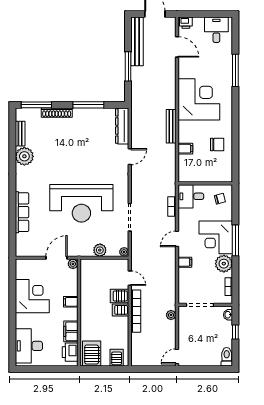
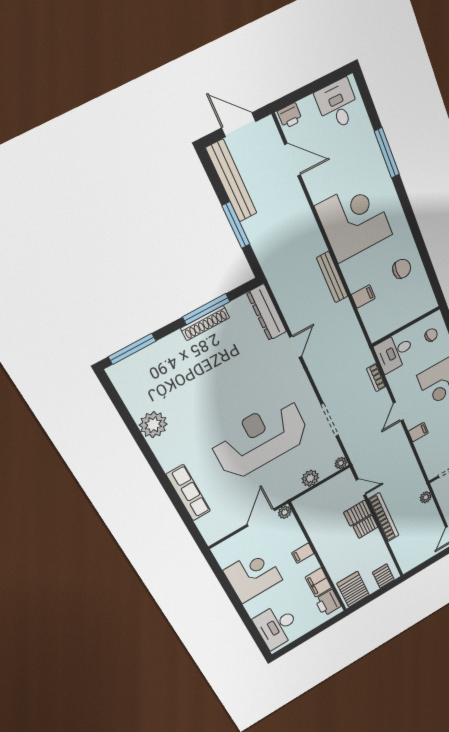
shoe rack: (57, 113) -> (205, 323), moved
bench: (20, 134) -> (131, 400), removed
reception desk: (81, 203) -> (260, 439), turned 180

